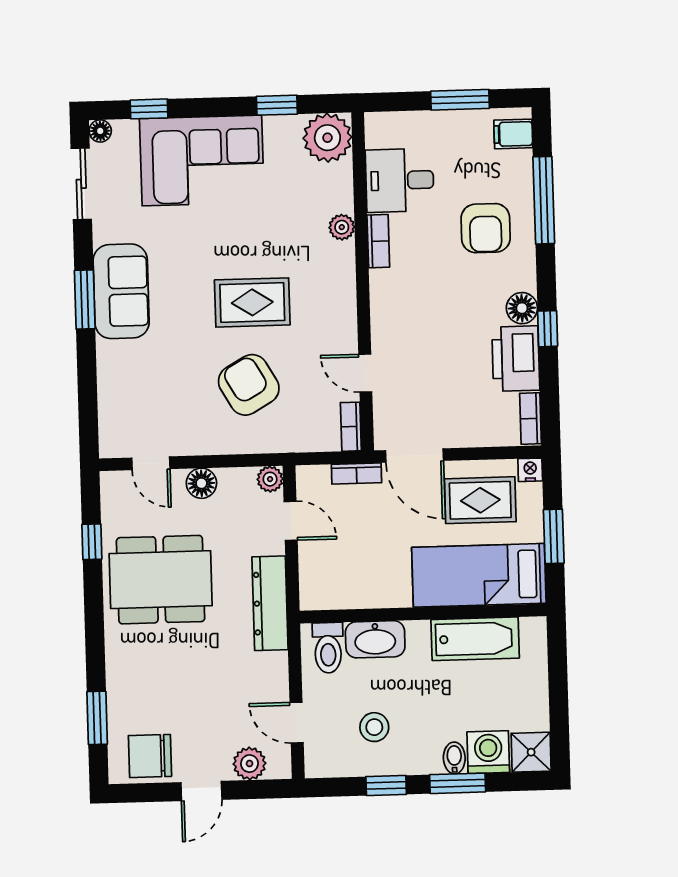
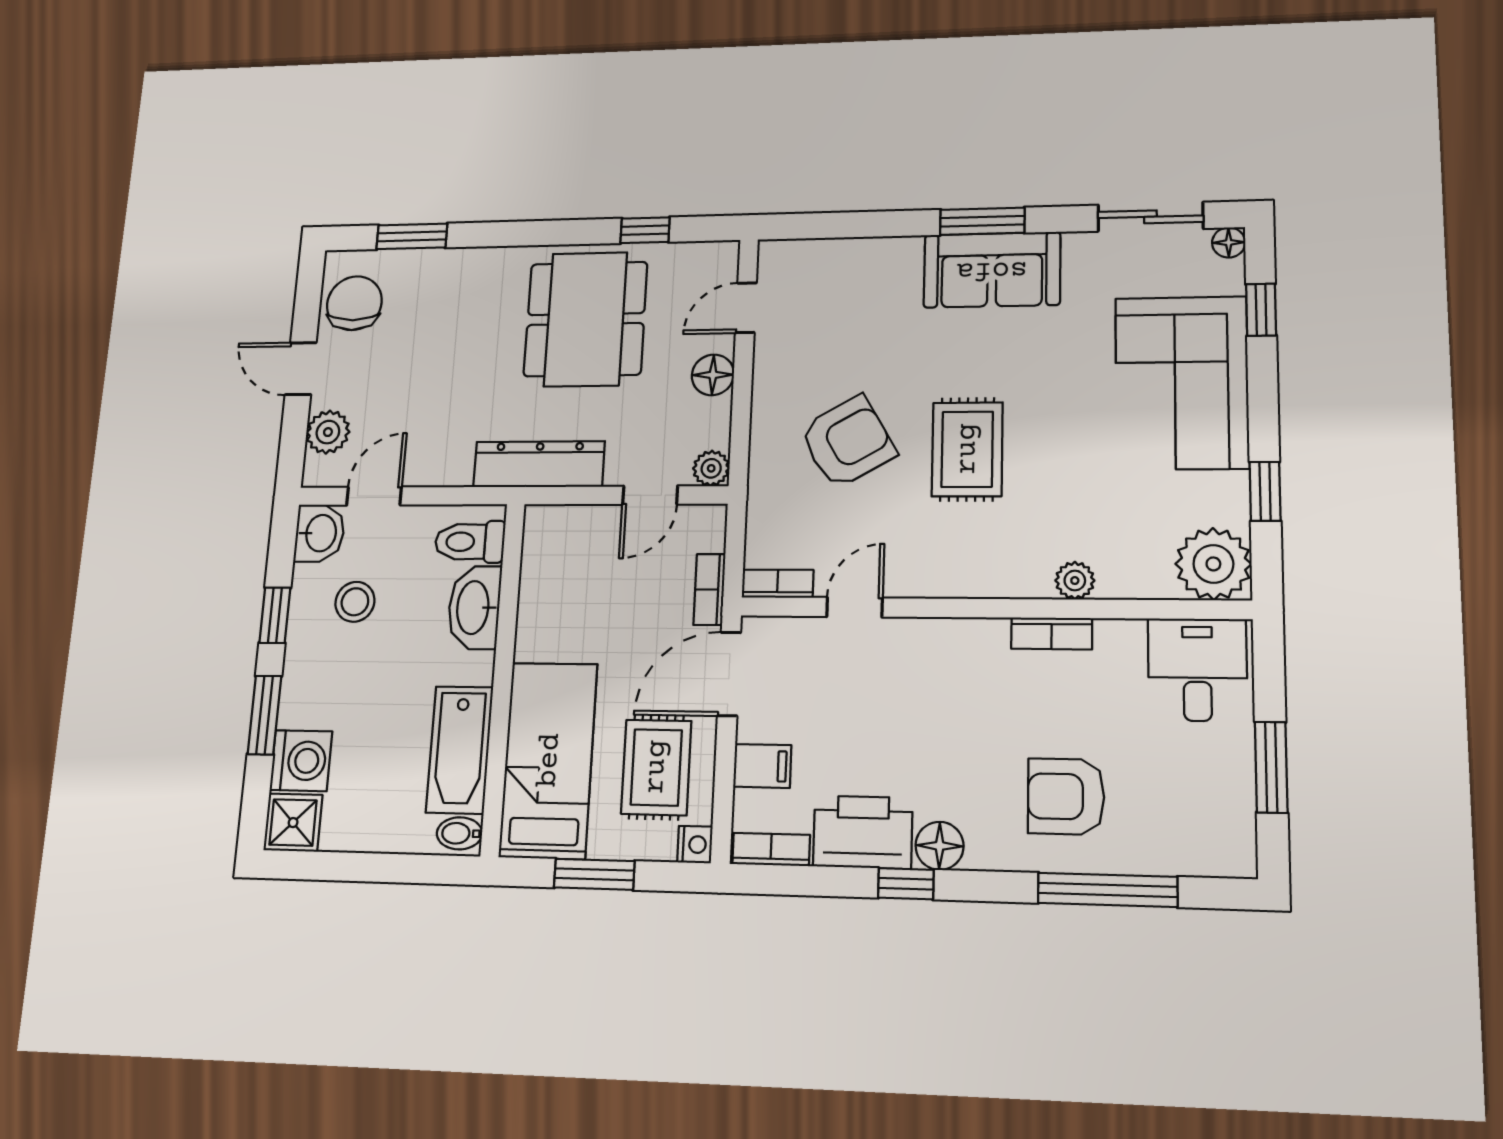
filing cabinet: (513, 134) -> (762, 766), moved, turned 90
desk: (400, 180) -> (1197, 670), moved
bidet: (454, 758) -> (459, 833), moved, turned 180
washbasin: (325, 760) -> (320, 533), added

